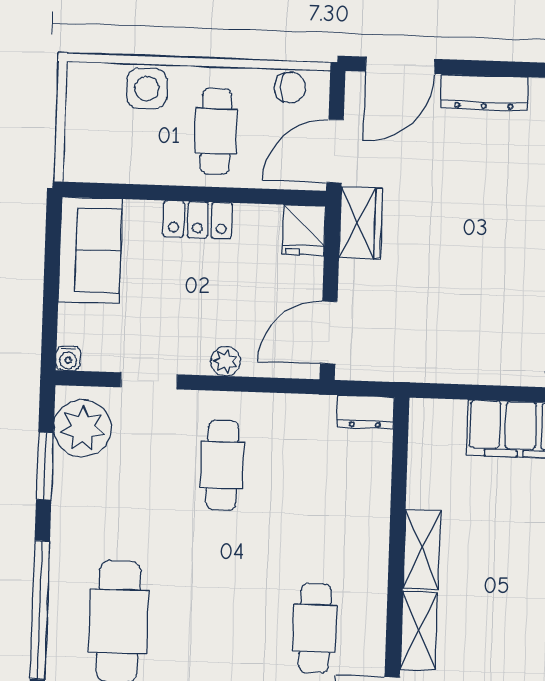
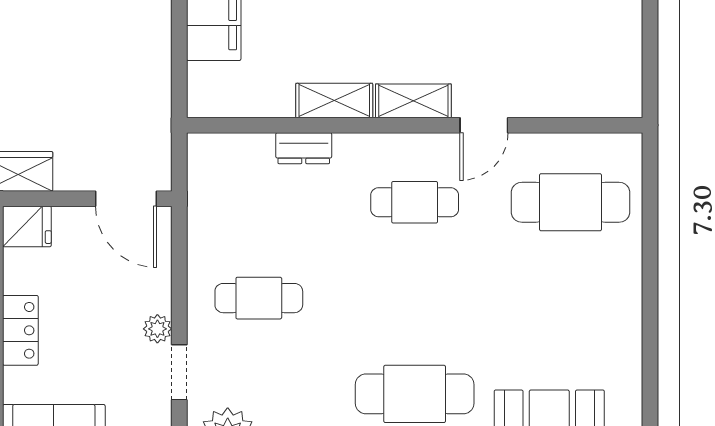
plant: (226, 361) -> (157, 329), moved
dresser: (365, 412) -> (304, 148), moved, turned 90

